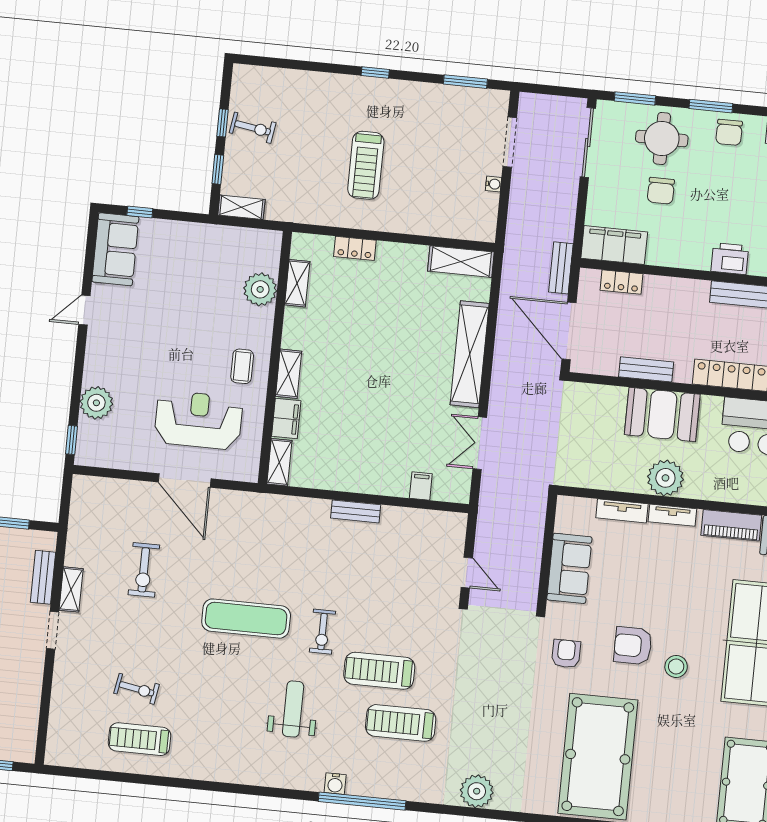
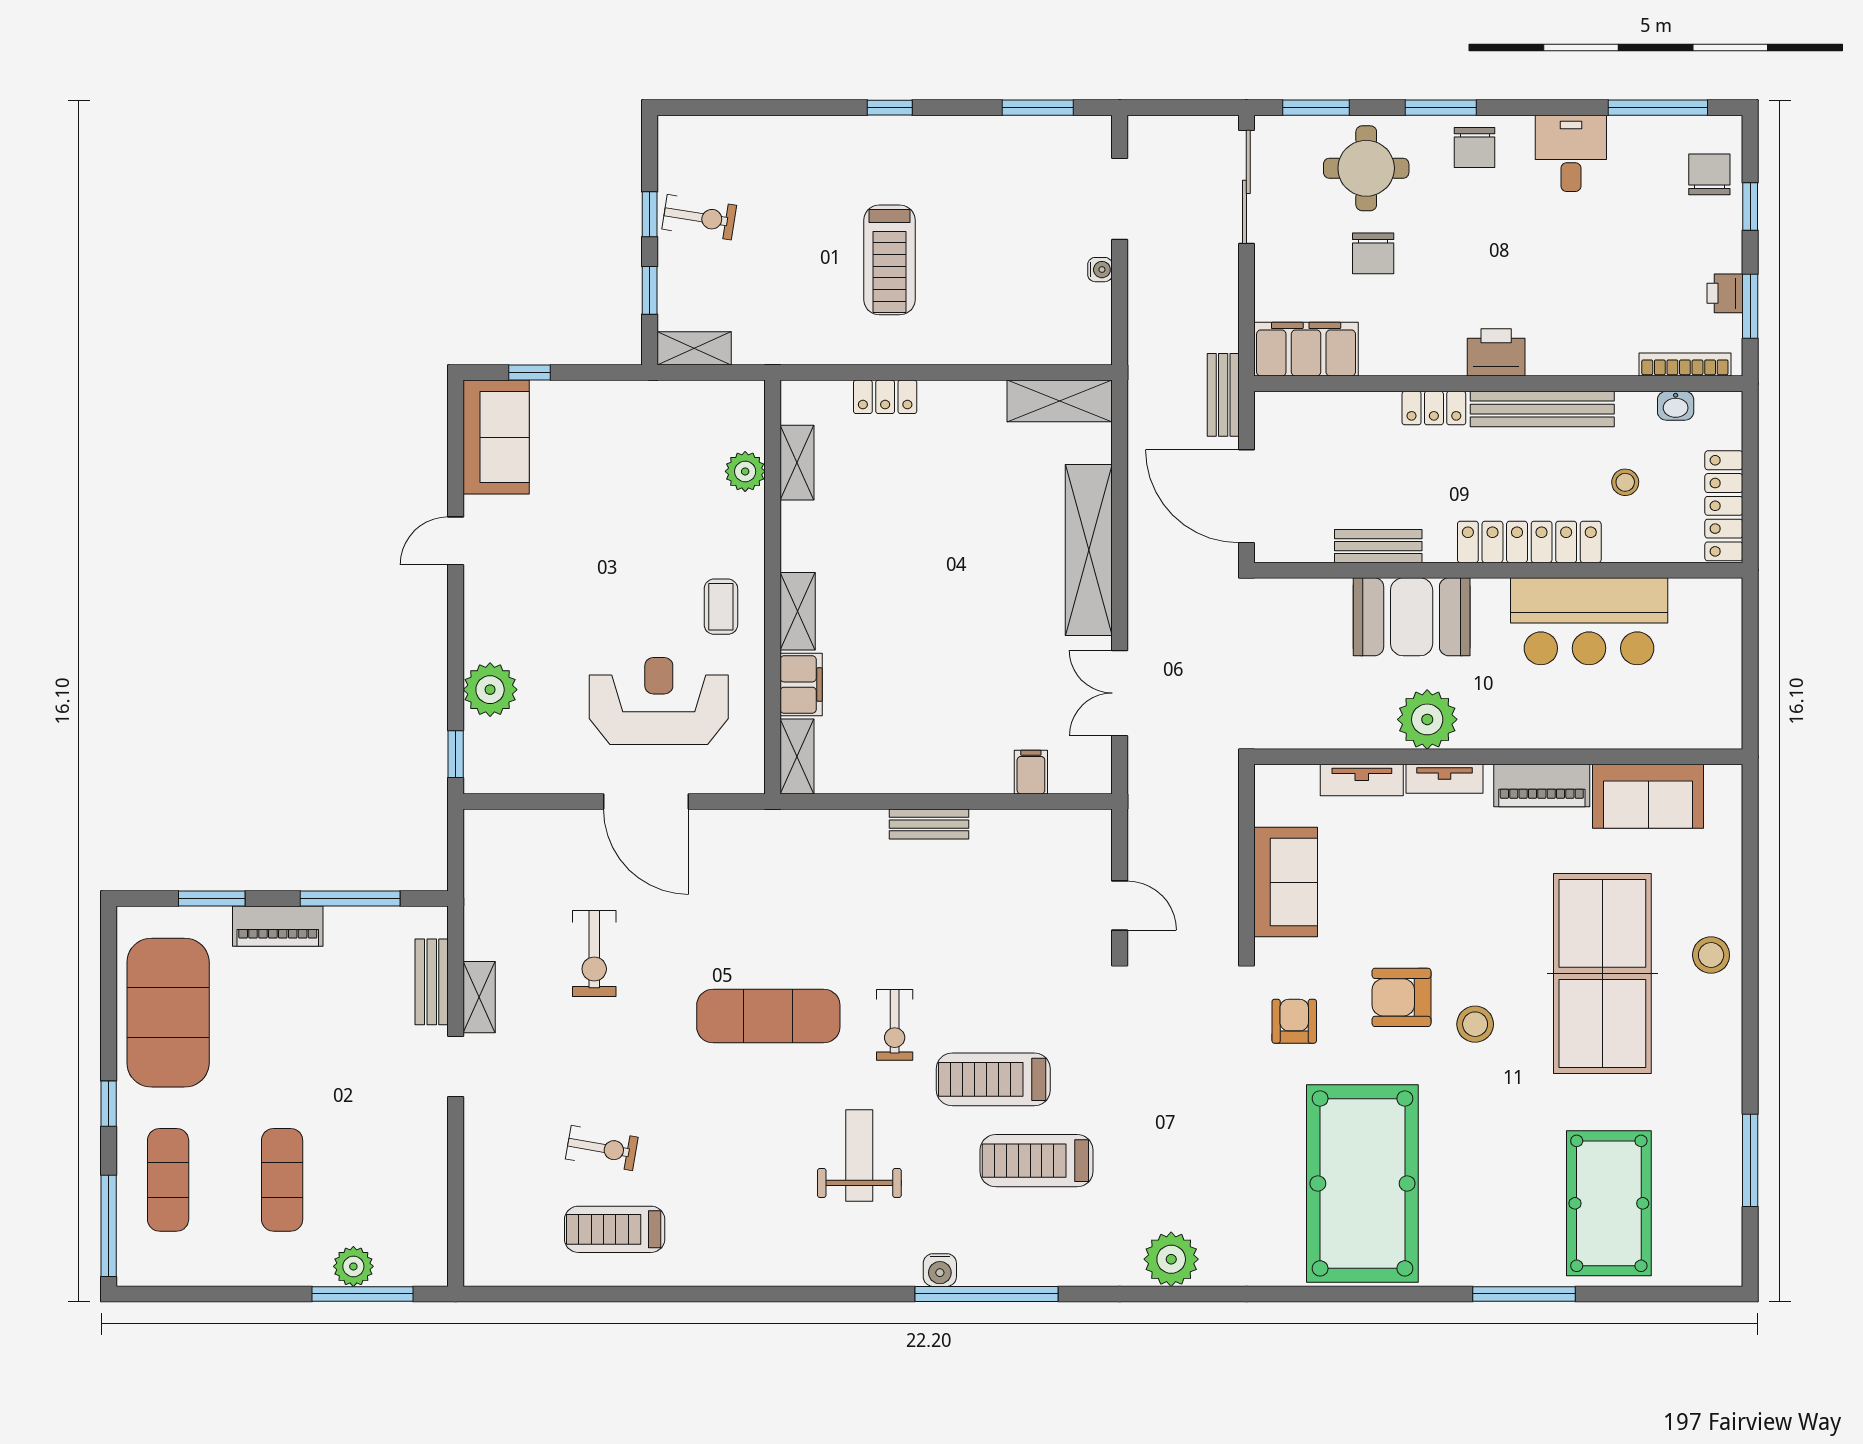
locker: (621, 282) -> (1434, 408), moved
plant: (260, 289) -> (745, 471), width x0.73, depth x0.73

